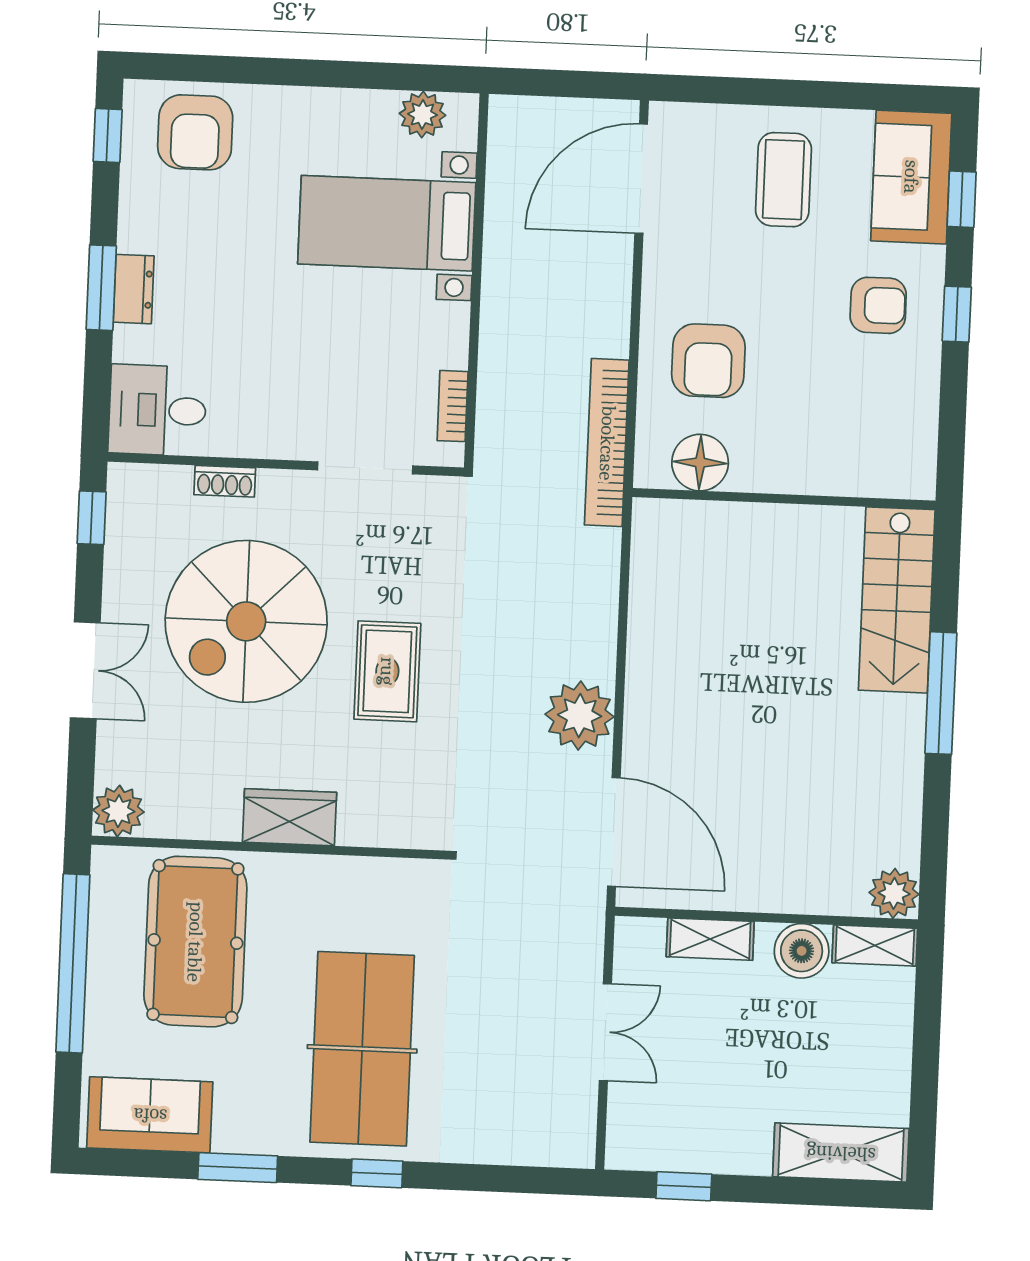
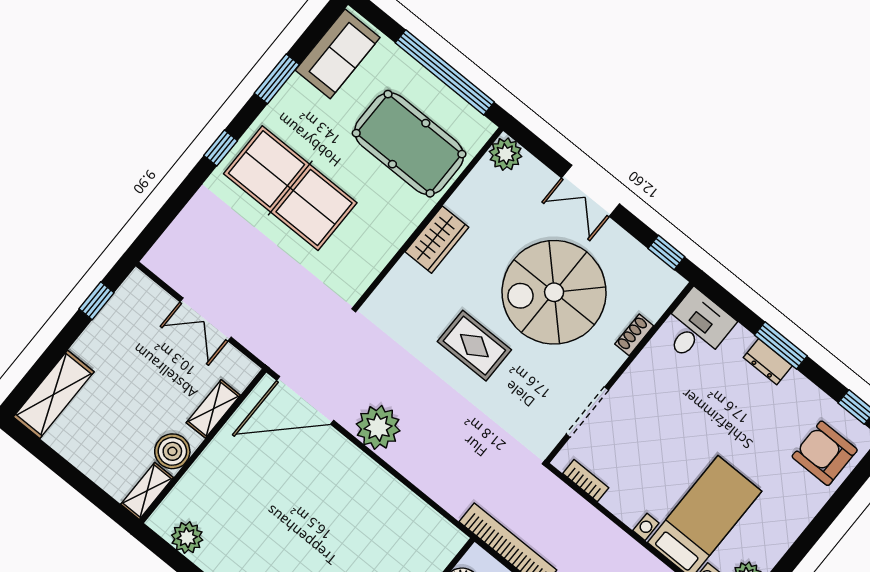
spiral stairs: (246, 621) -> (554, 292), turned -90
plant: (894, 893) -> (187, 538), moved

